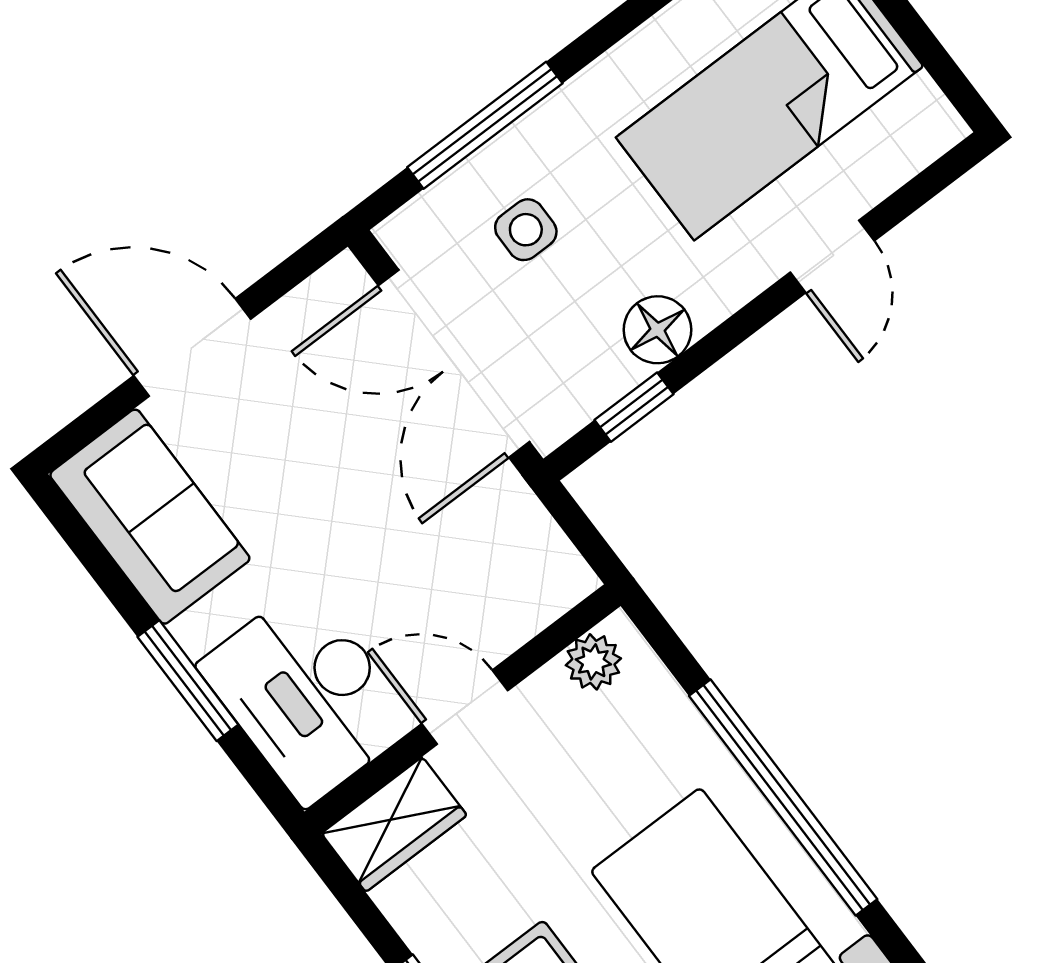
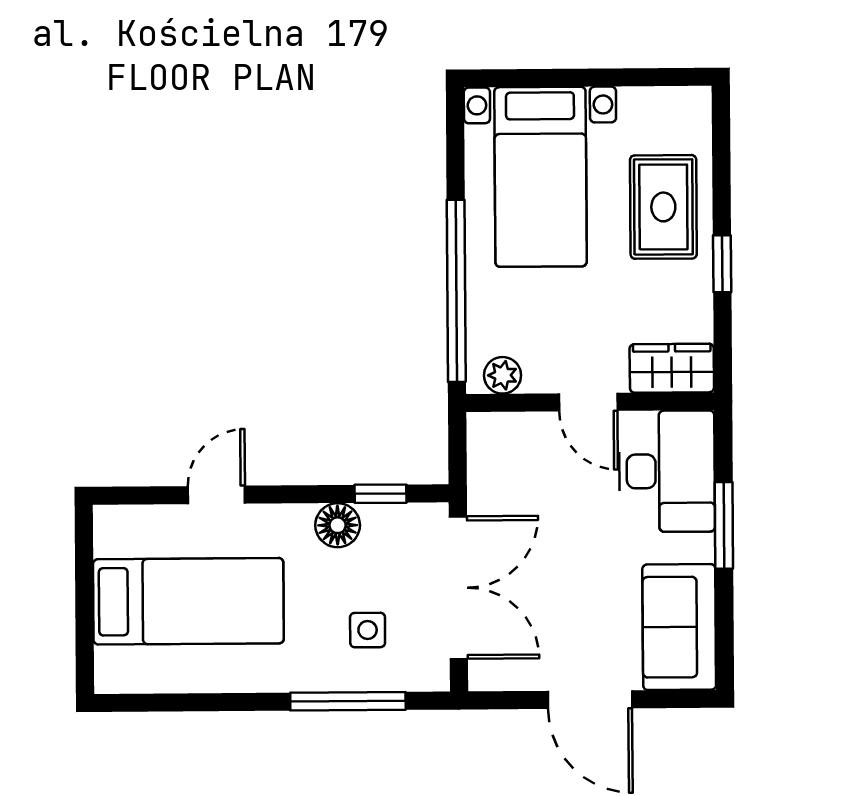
window: (783, 797) -> (456, 291), moved

